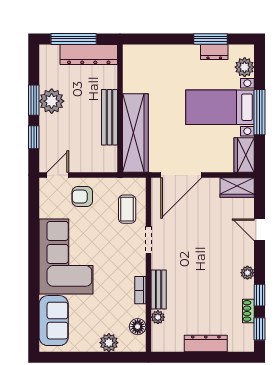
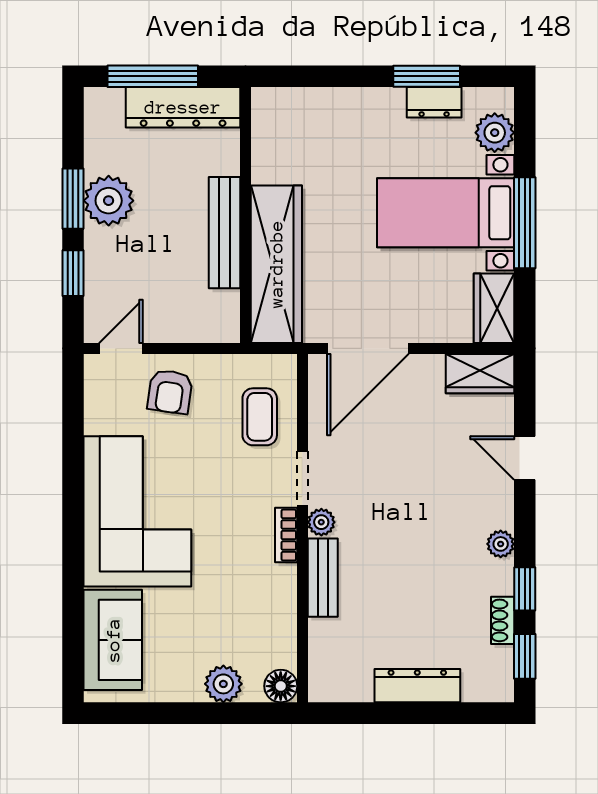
armchair: (82, 197) -> (170, 392), turned -82
bookcase: (140, 290) -> (286, 535), moved
plant: (158, 317) -> (321, 522), moved
floor lamp: (138, 327) -> (281, 686), moved

